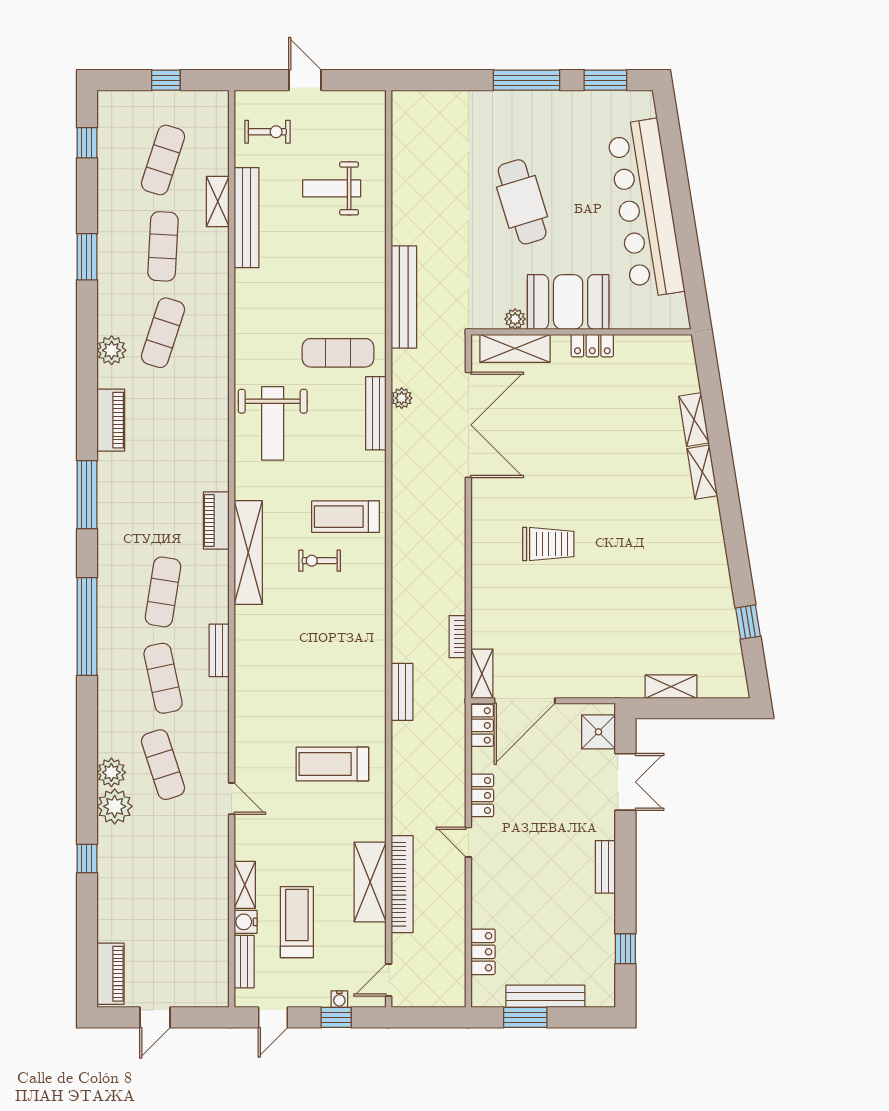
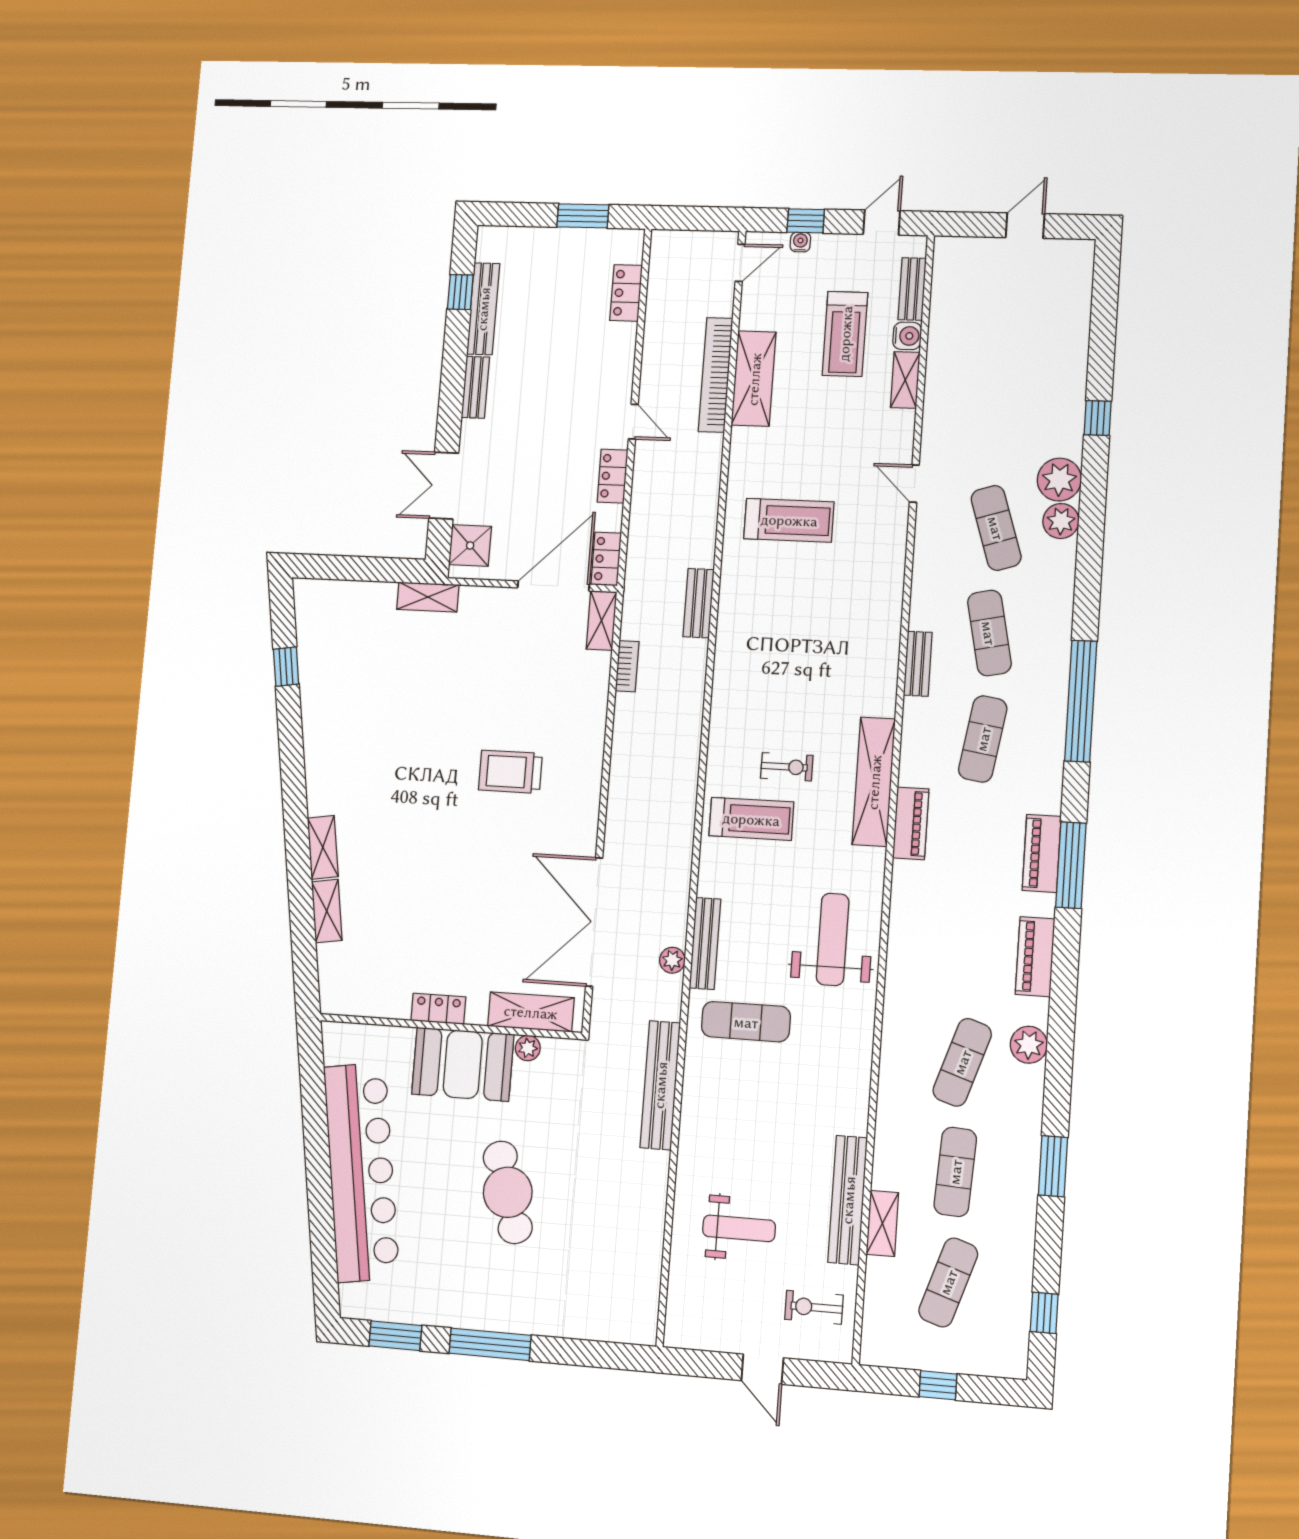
shelving: (671, 687) -> (428, 597), moved
piano: (111, 974) -> (1042, 853), moved
bench: (545, 996) -> (483, 309), moved, turned 90

